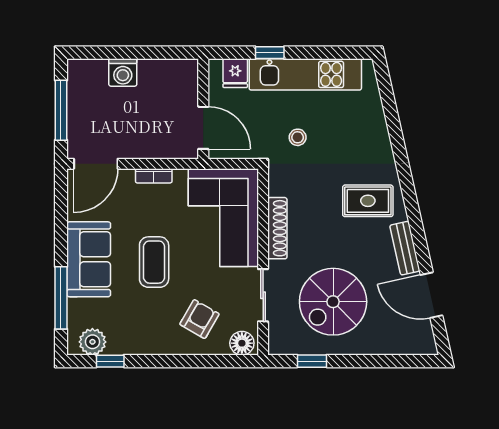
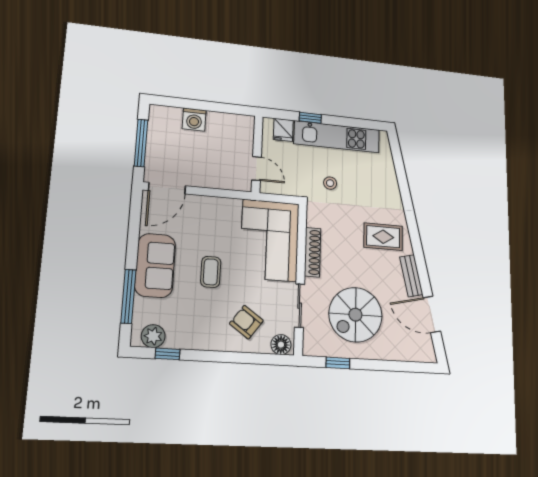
door: (203, 128) -> (256, 169), width x0.73
bookcase: (154, 176) -> (214, 202), removed
coffee table: (154, 262) -> (211, 272), width x0.73, depth x0.77
armchair: (199, 319) -> (246, 322), turned -84

